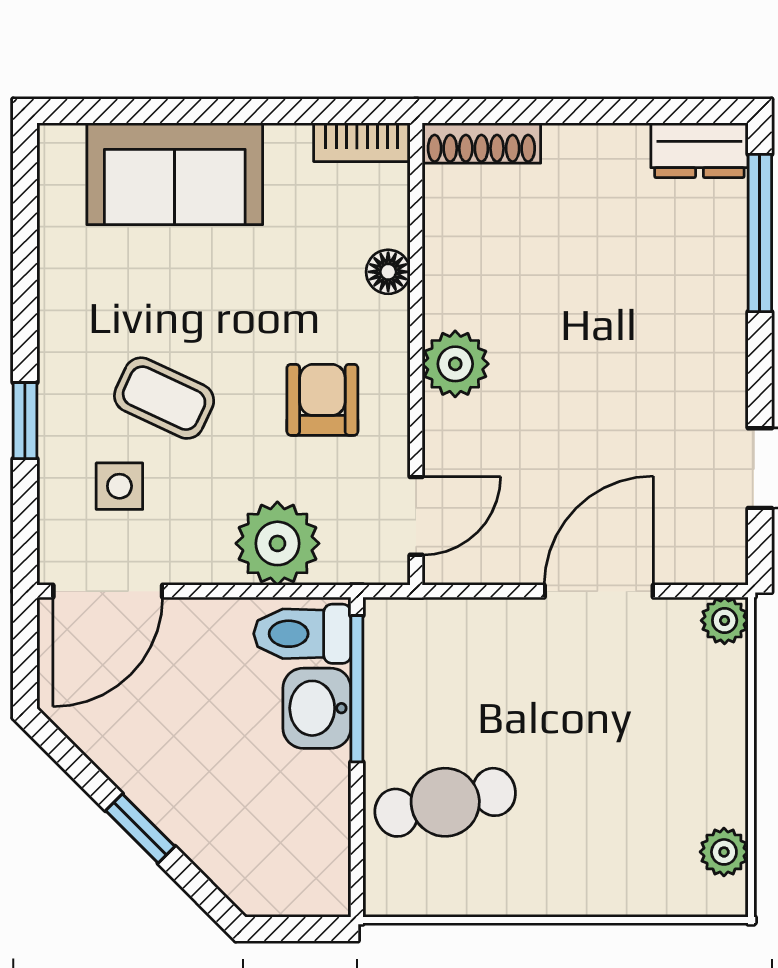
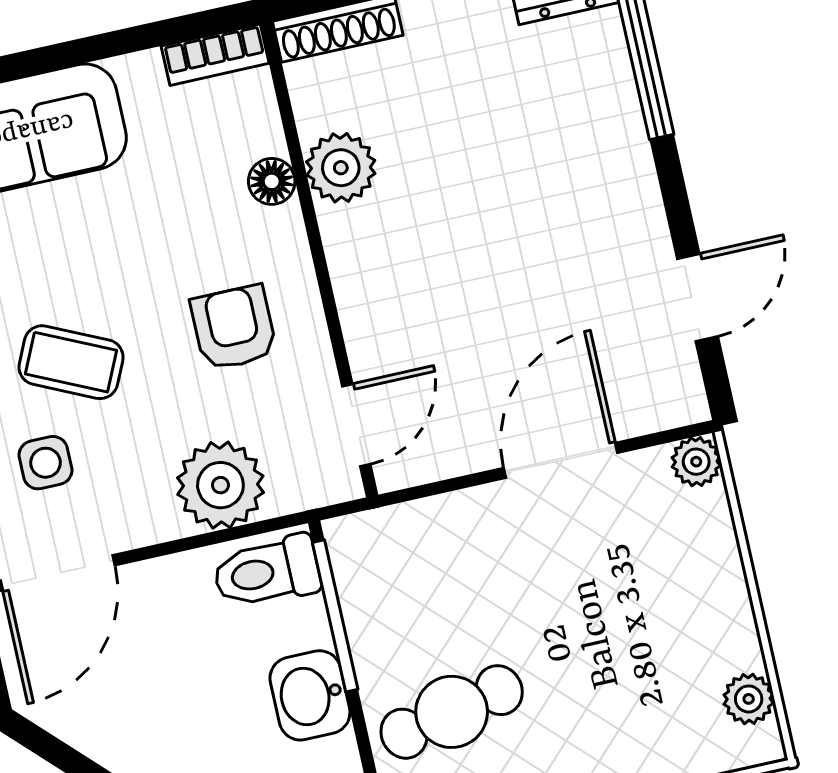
plant: (455, 364) -> (341, 168), moved
washbasin: (317, 708) -> (310, 695), moved

